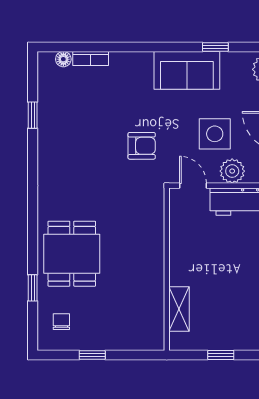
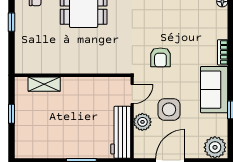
bookcase: (91, 59) -> (223, 52), moved

